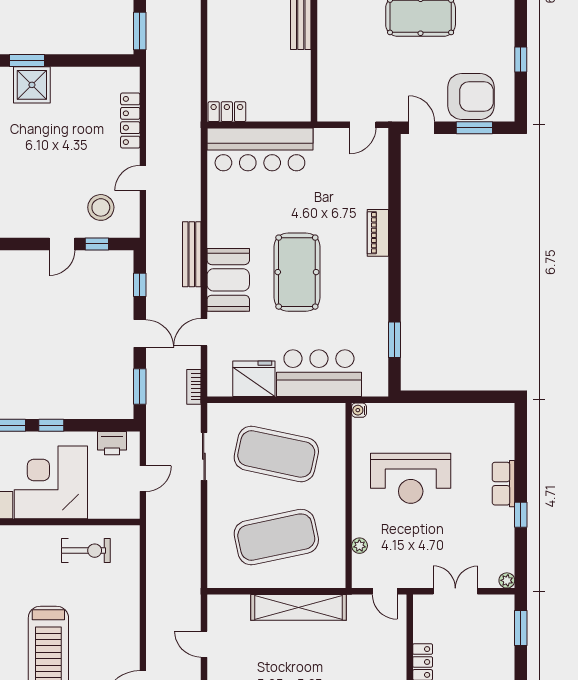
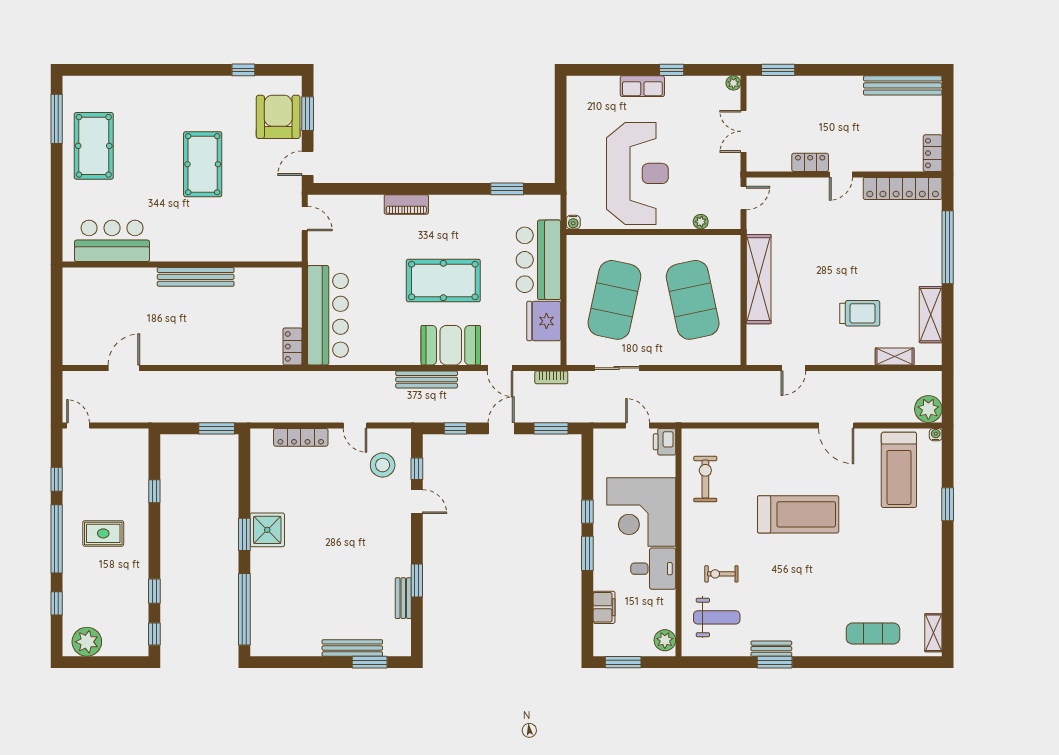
printer: (112, 443) -> (664, 442), moved, turned 180
reception desk: (411, 478) -> (637, 173), width x1.36, depth x1.30

